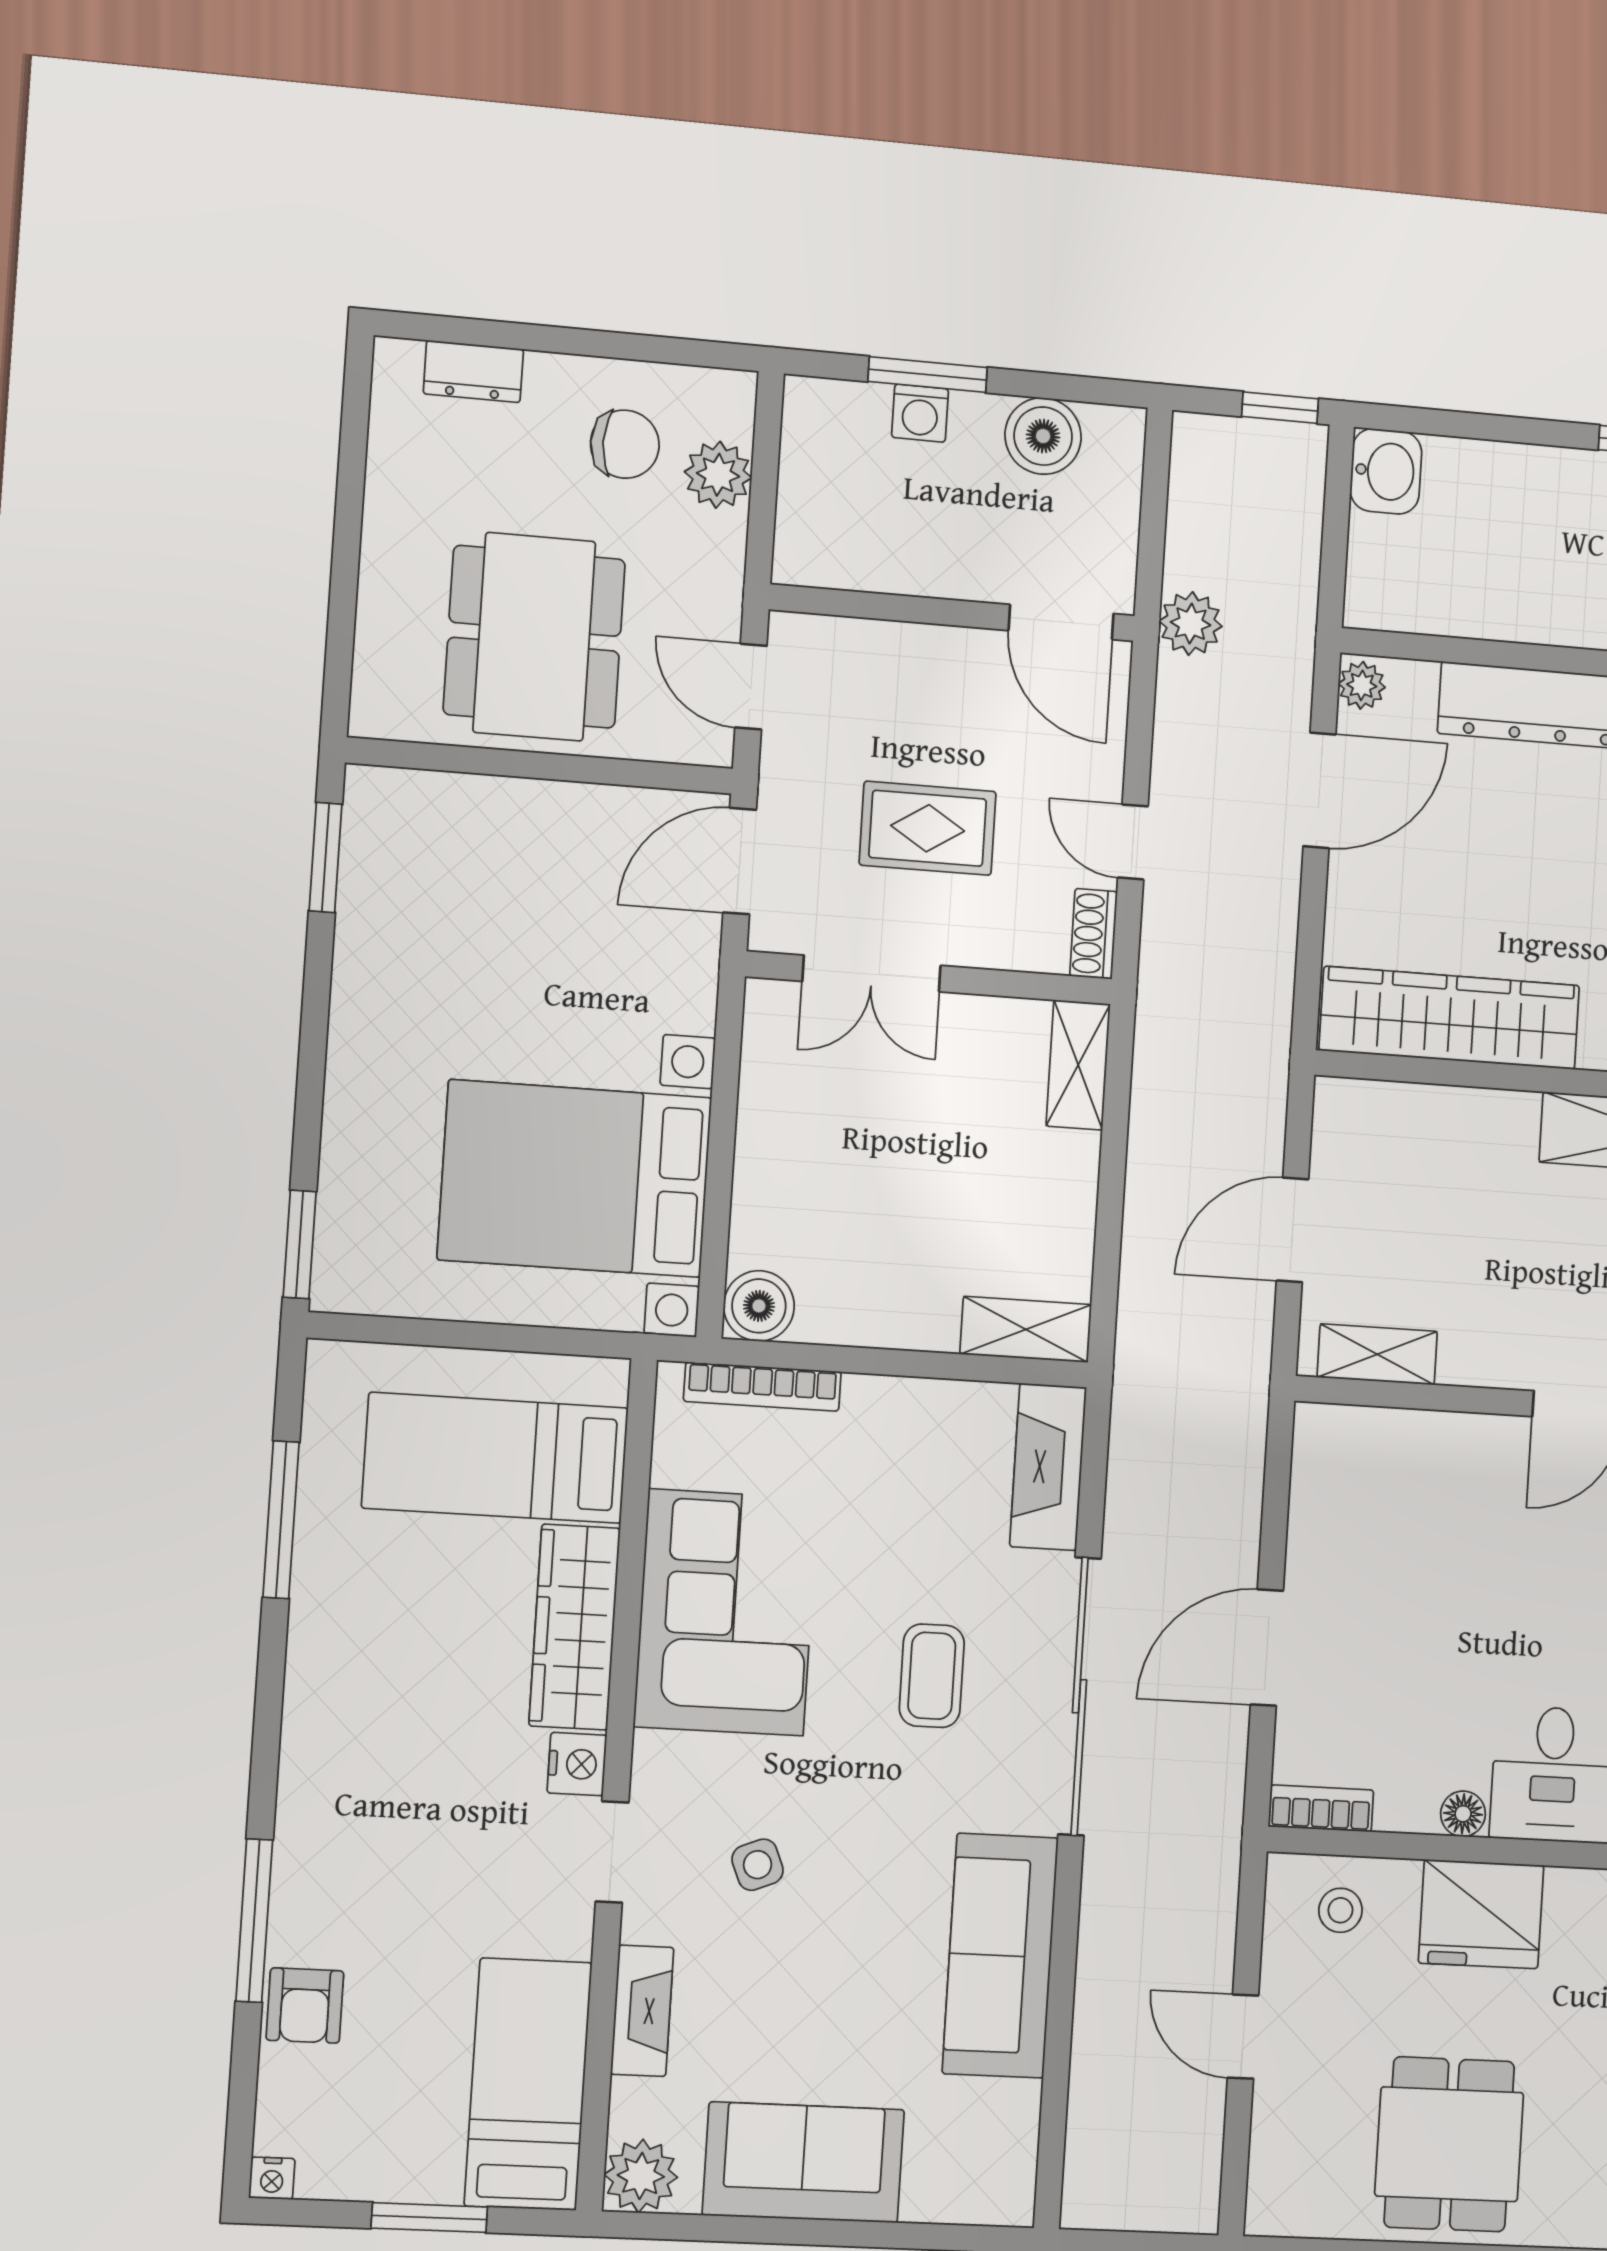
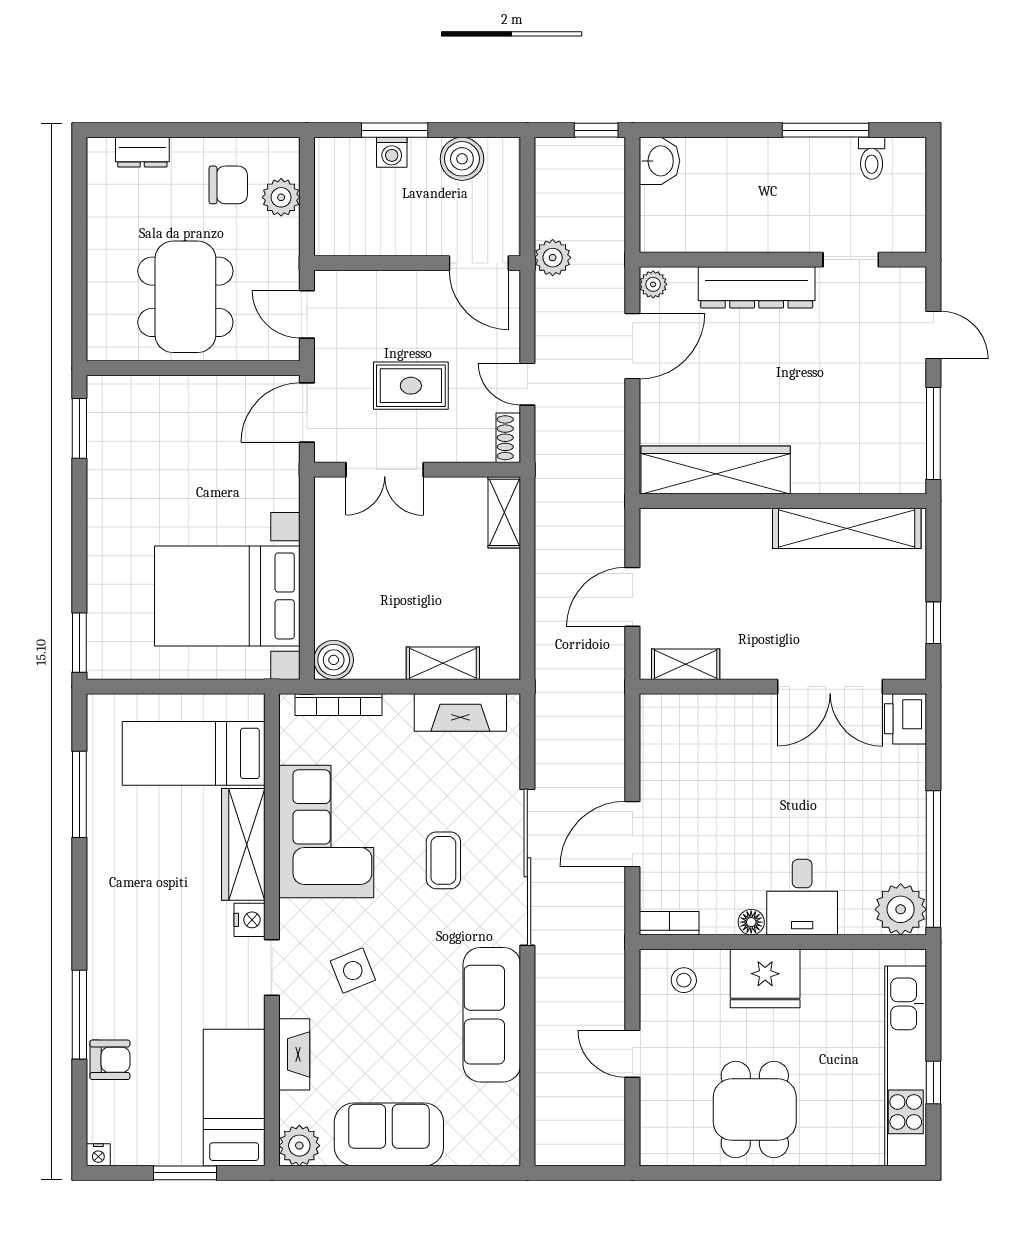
shelving: (1026, 1329) -> (443, 663), moved
fireplace: (1048, 1467) -> (460, 712), moved, turned -90
side table: (758, 1865) -> (353, 971), width x1.37, depth x1.37
armchair: (305, 2006) -> (110, 1060), turned -90

